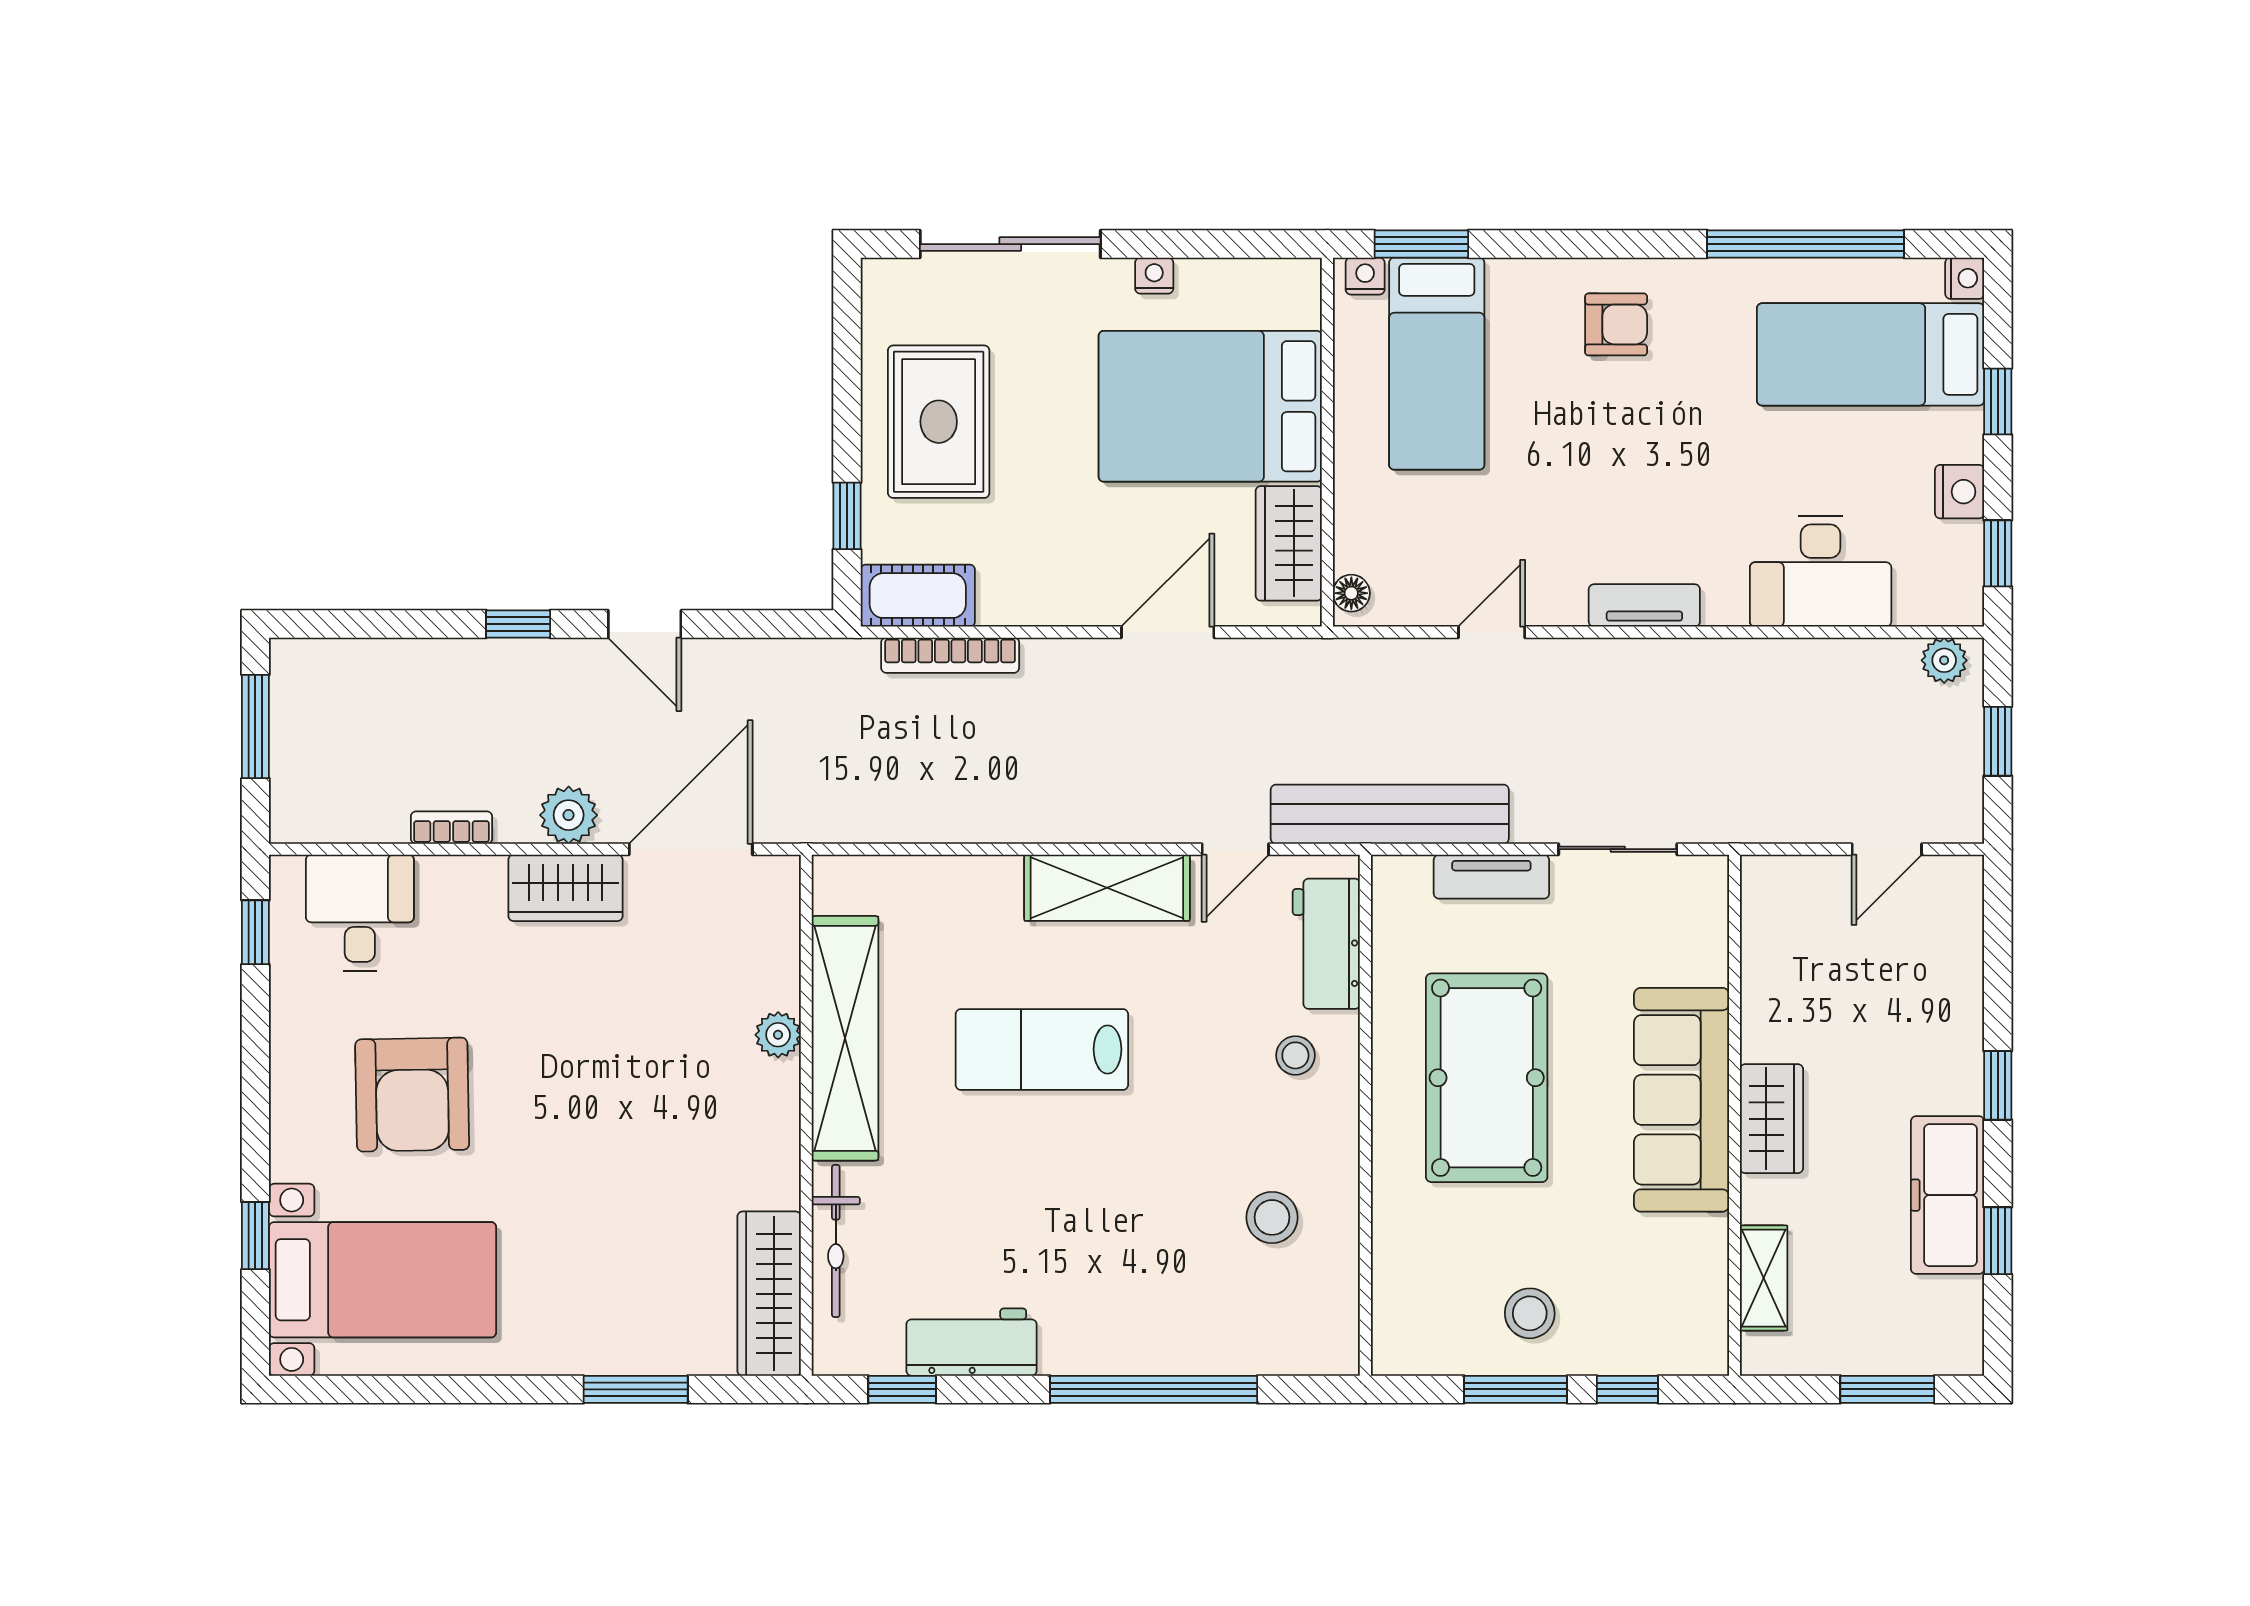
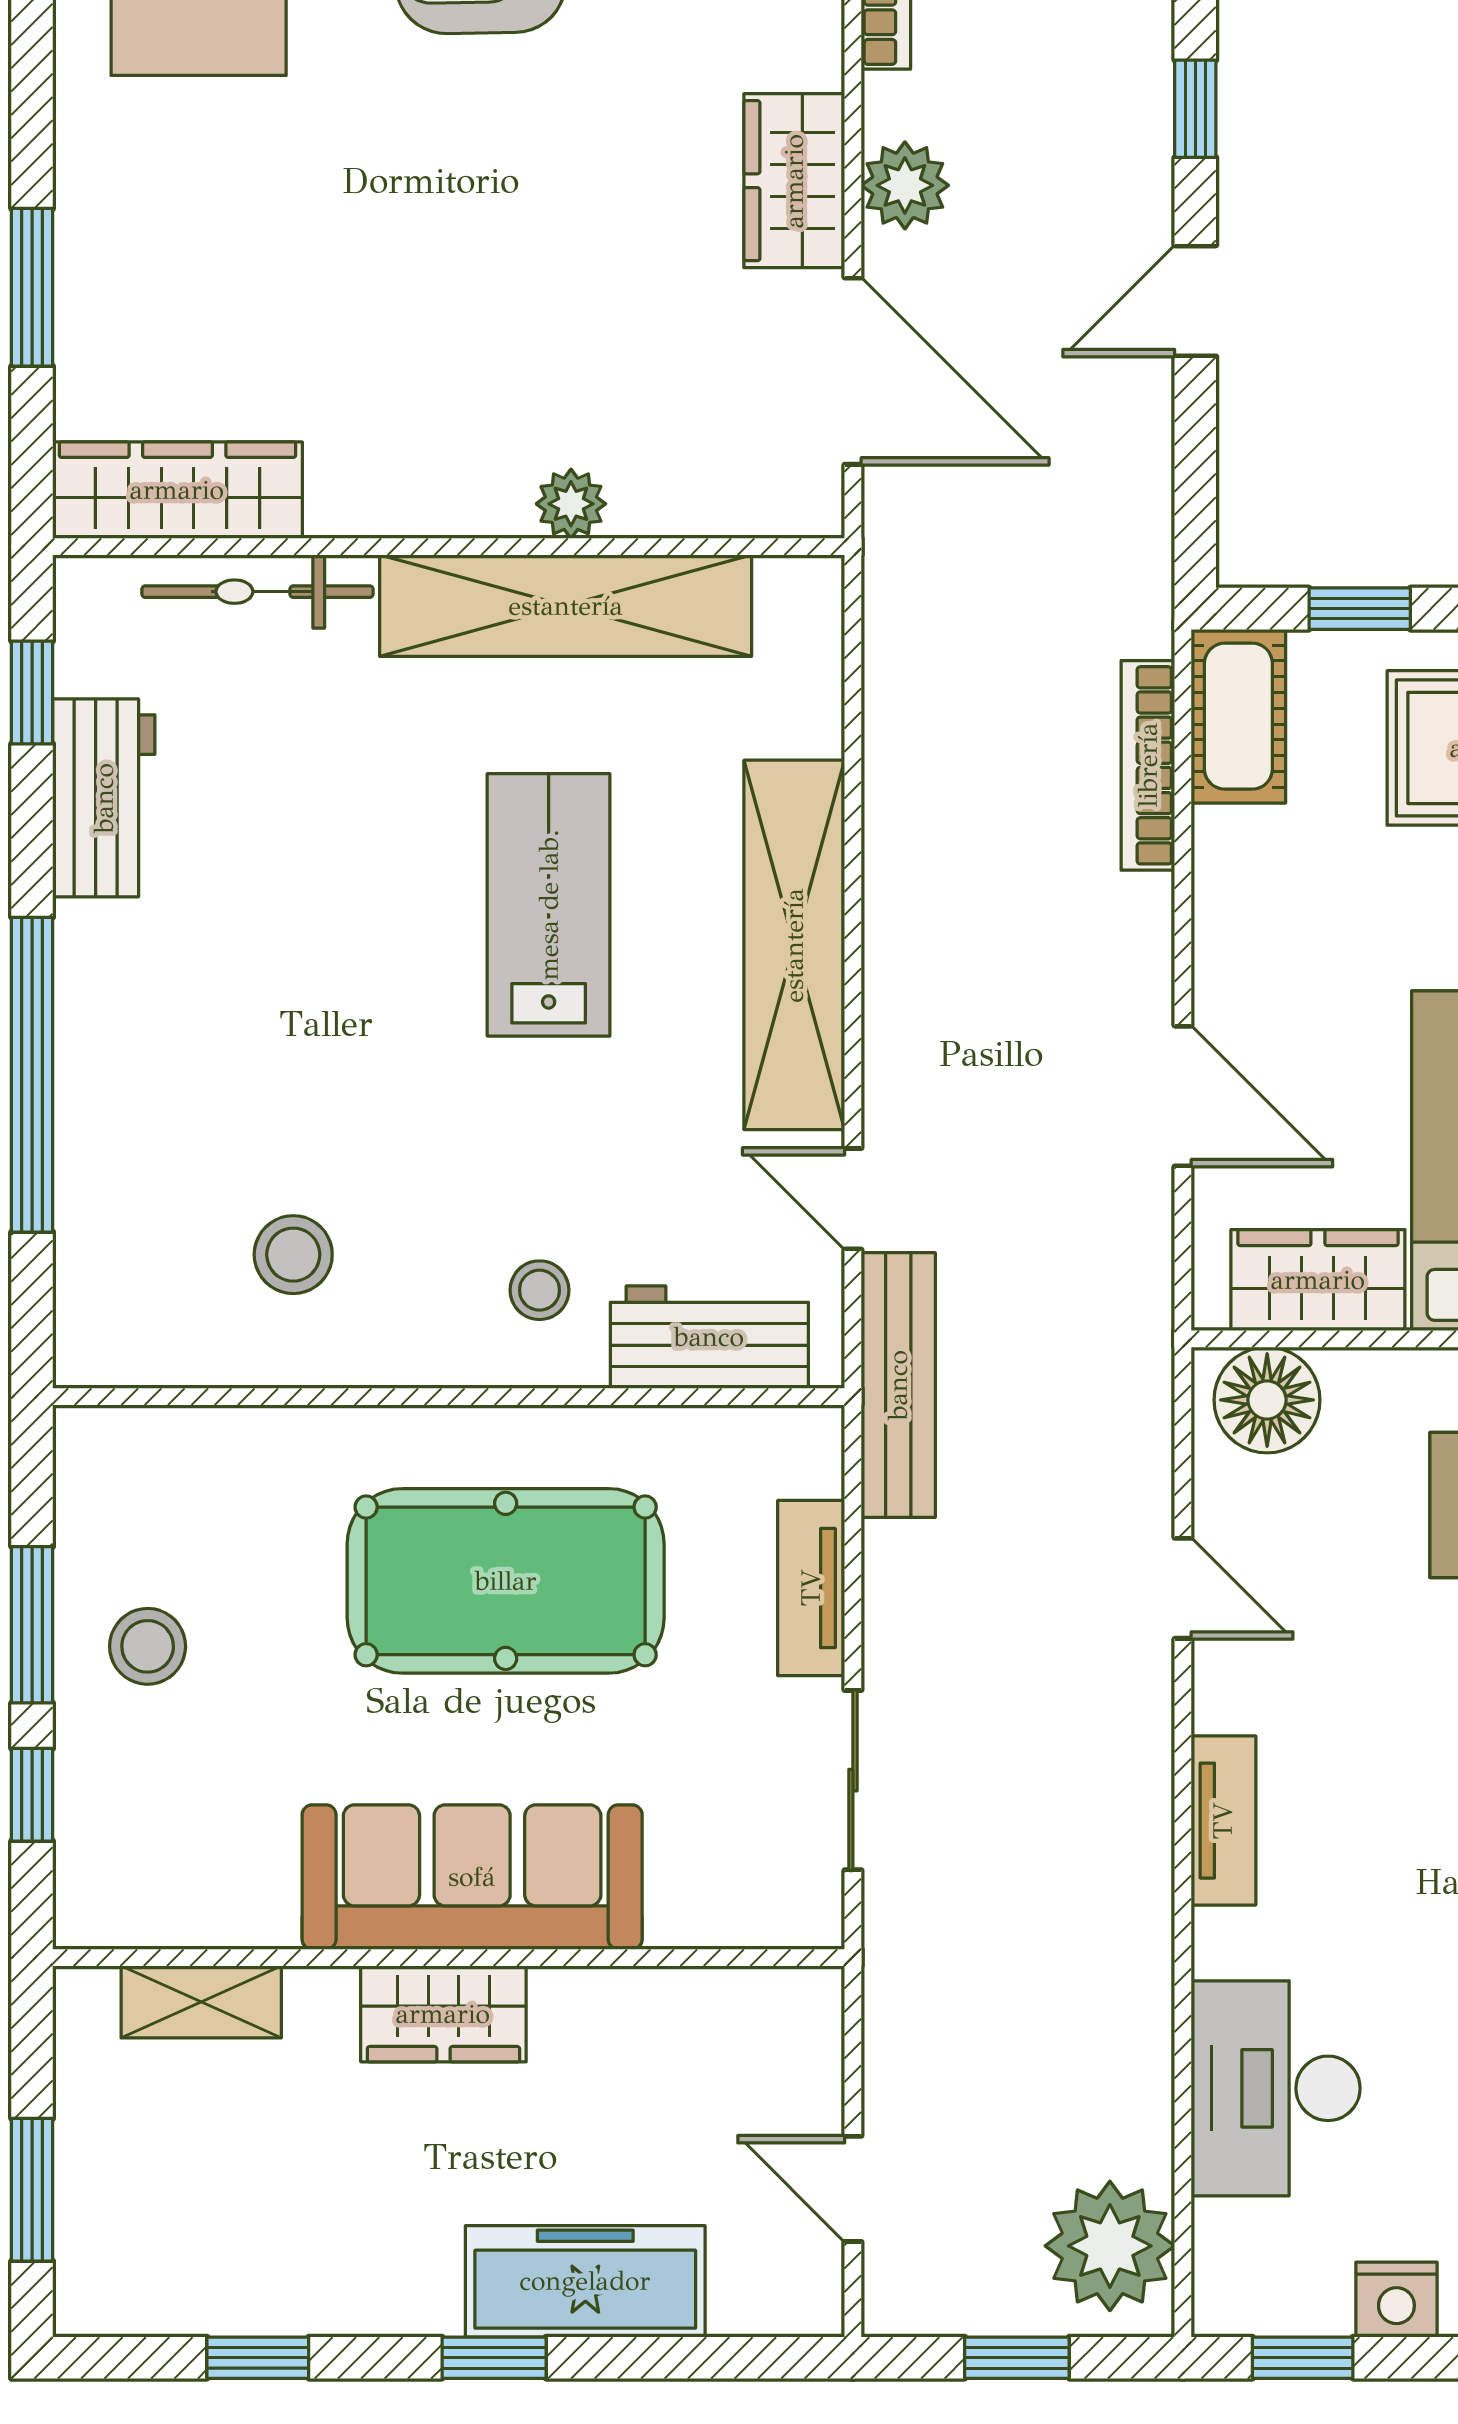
floor lamp: (1351, 593) -> (1267, 1400), width x1.89, depth x1.89
plant: (1944, 660) -> (1110, 2246), width x1.87, depth x1.87
bench: (1390, 814) -> (898, 1385), width x0.73, depth x0.82
shelving: (1107, 888) -> (794, 945), width x1.47
freezer: (1948, 1195) -> (585, 2281), moved

